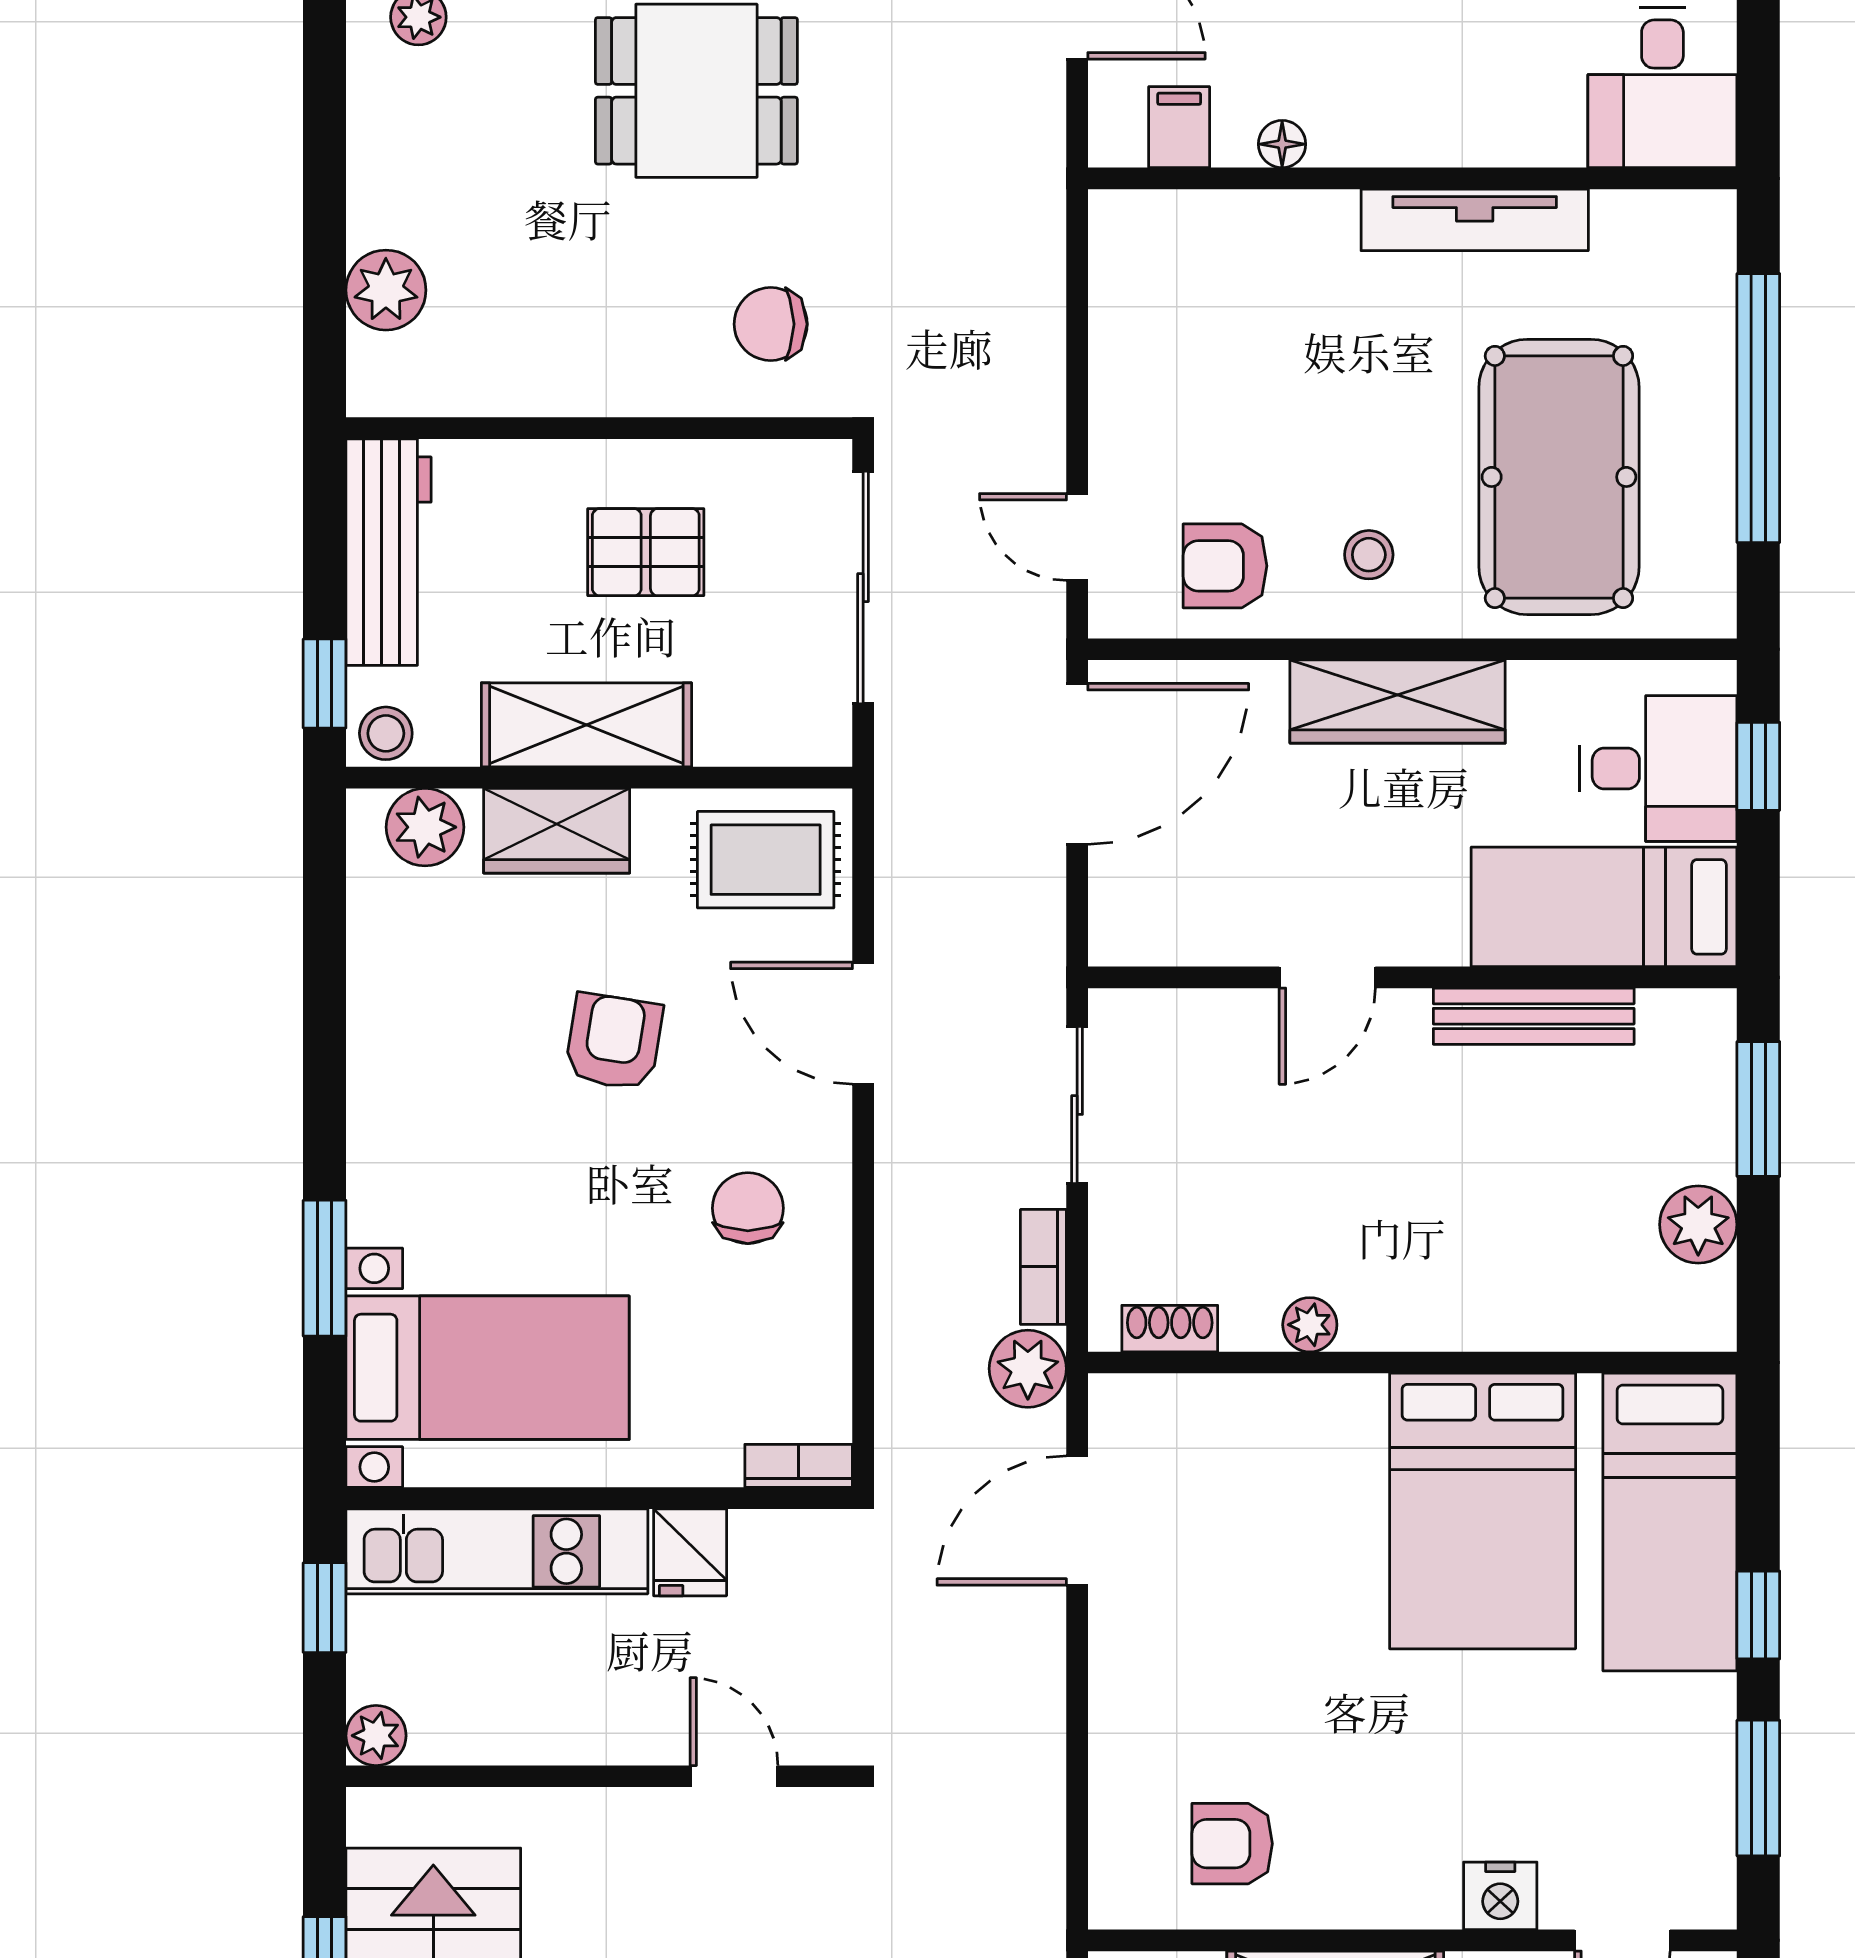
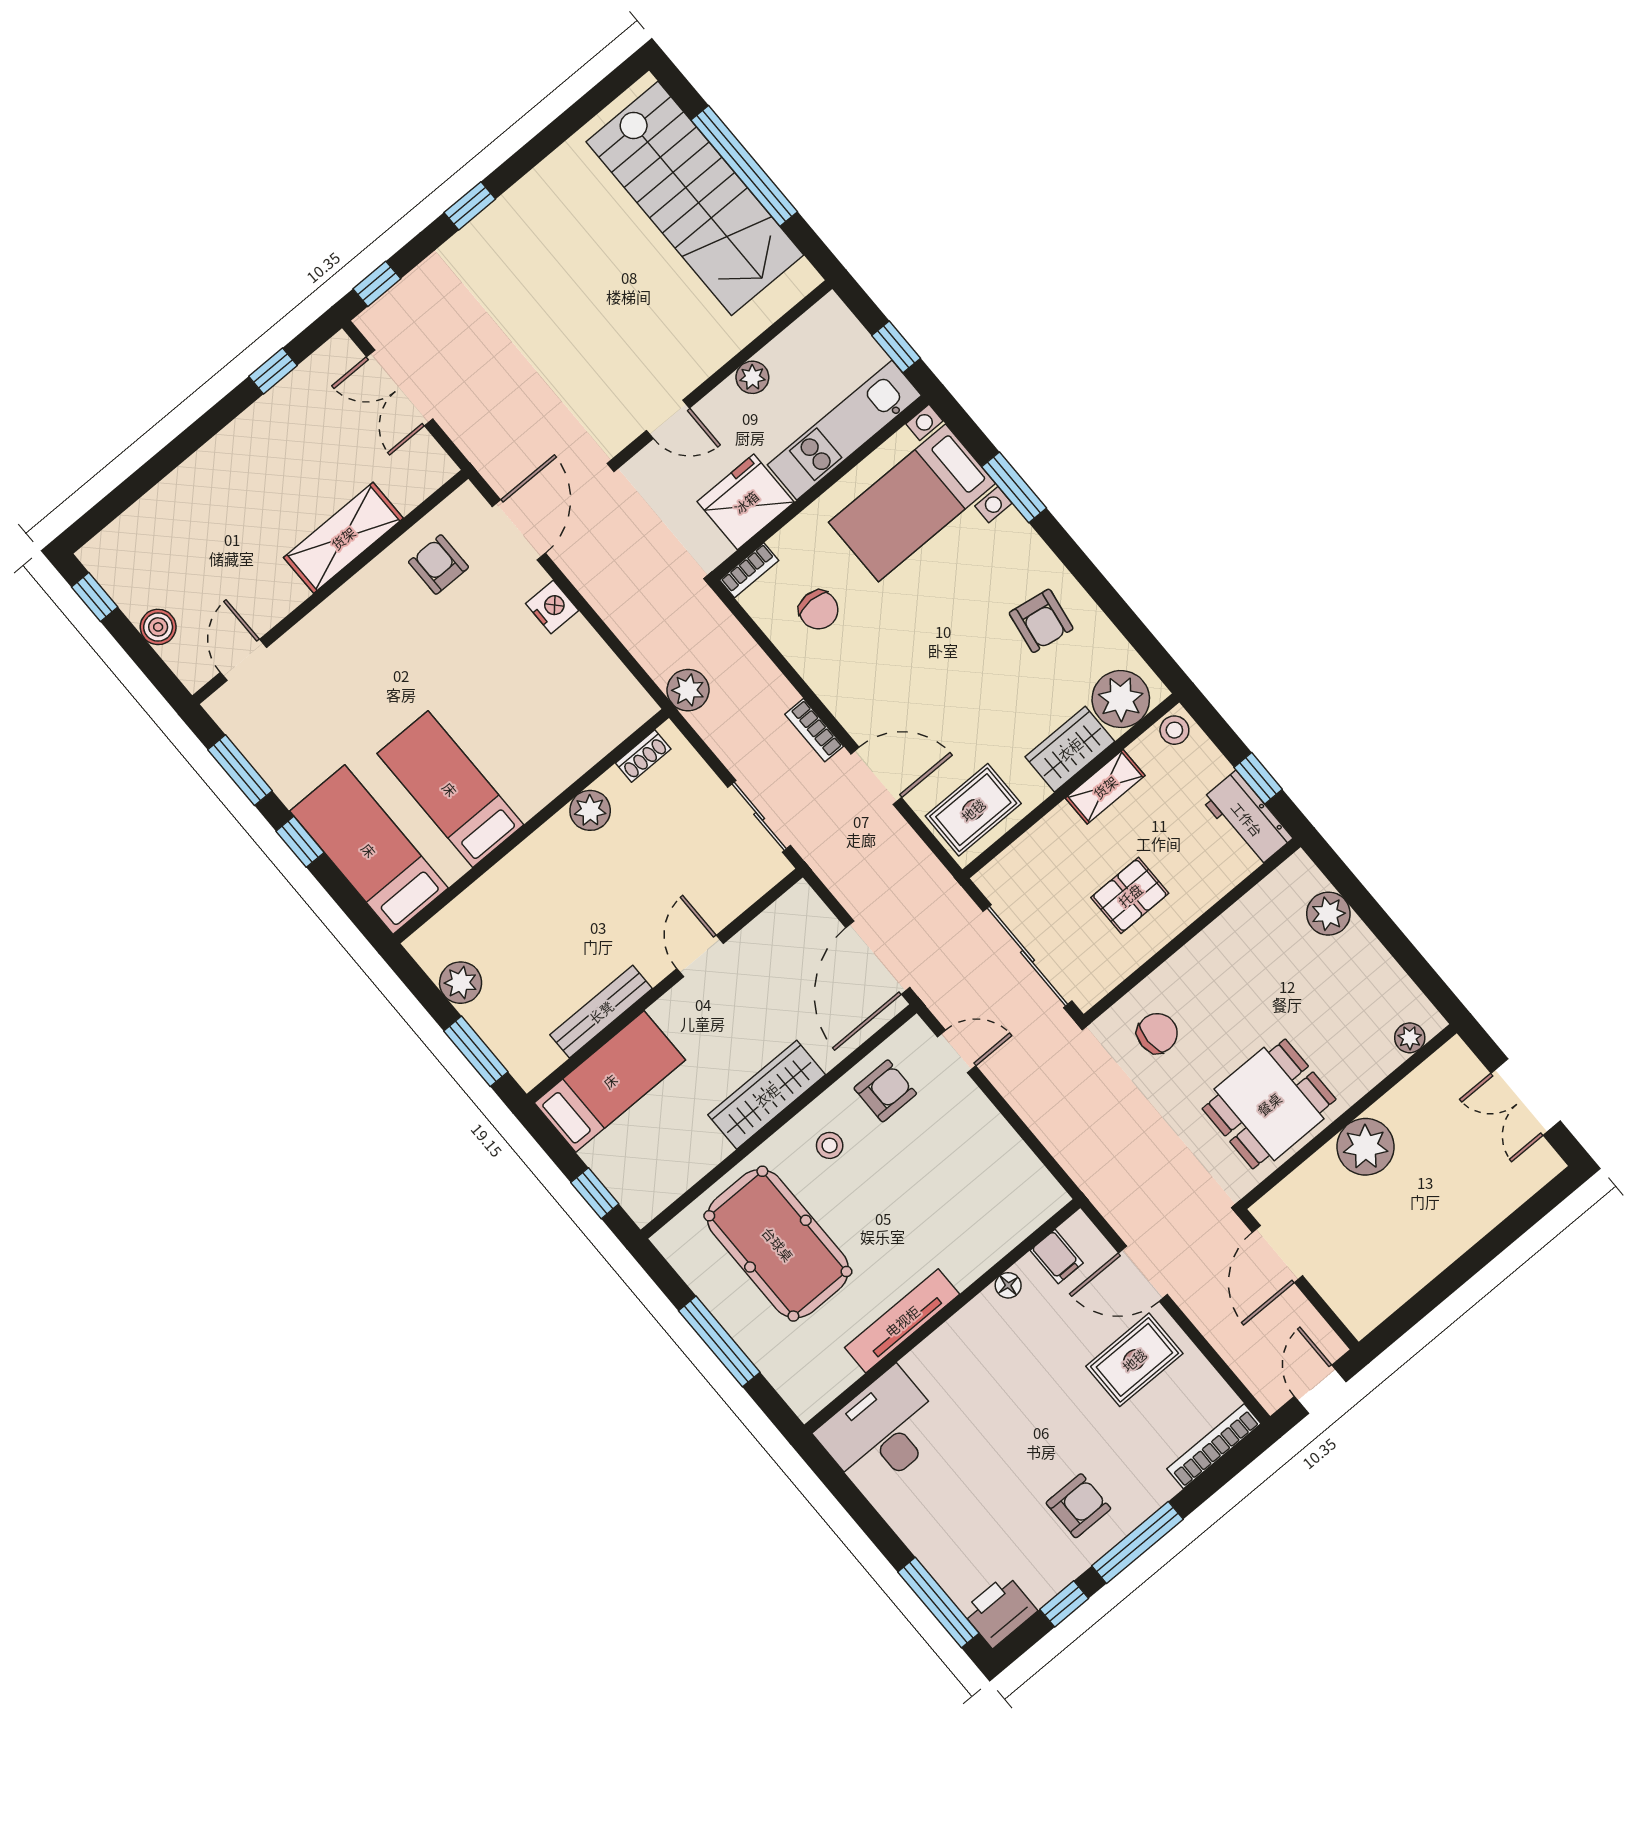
desk: (1662, 87) -> (882, 1431), width x1.37
window: (1758, 408) -> (719, 1341), width x0.68
workbench: (388, 552) -> (1247, 819), width x0.73
window: (325, 684) -> (1258, 778), moved
shelving: (586, 725) -> (1105, 787), width x0.67, depth x0.75
desk: (1658, 768) -> (636, 1158), removed
plant: (425, 827) -> (1121, 699), width x1.36, depth x1.36
armchair: (614, 1042) -> (1041, 621), moved
chair: (748, 1208) -> (819, 610), moved
bookcase: (1043, 1267) -> (814, 730), moved, turned 180
plant: (1310, 1325) -> (590, 810), width x1.38, depth x1.38
bed: (1483, 1511) -> (450, 789), width x0.67
door: (1077, 1520) -> (519, 530), moved
fridge: (690, 1552) -> (746, 502), width x1.88, depth x1.34
plant: (376, 1736) -> (752, 377), moved
armchair: (1232, 1844) -> (438, 564), turned -90
nightstand: (1500, 1896) -> (552, 607), moved, turned 90

